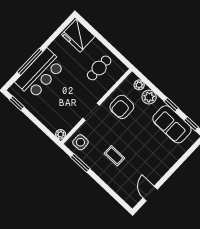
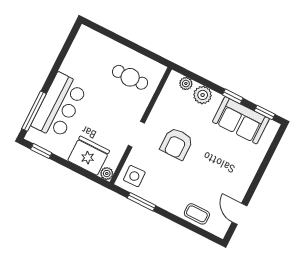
fridge: (78, 36) -> (89, 156), moved, turned 180
window: (30, 62) -> (34, 111), moved
cafe table: (99, 68) -> (130, 77), turned 90
armchair: (122, 107) -> (177, 144), moved
coffee table: (114, 156) -> (197, 214), moved

